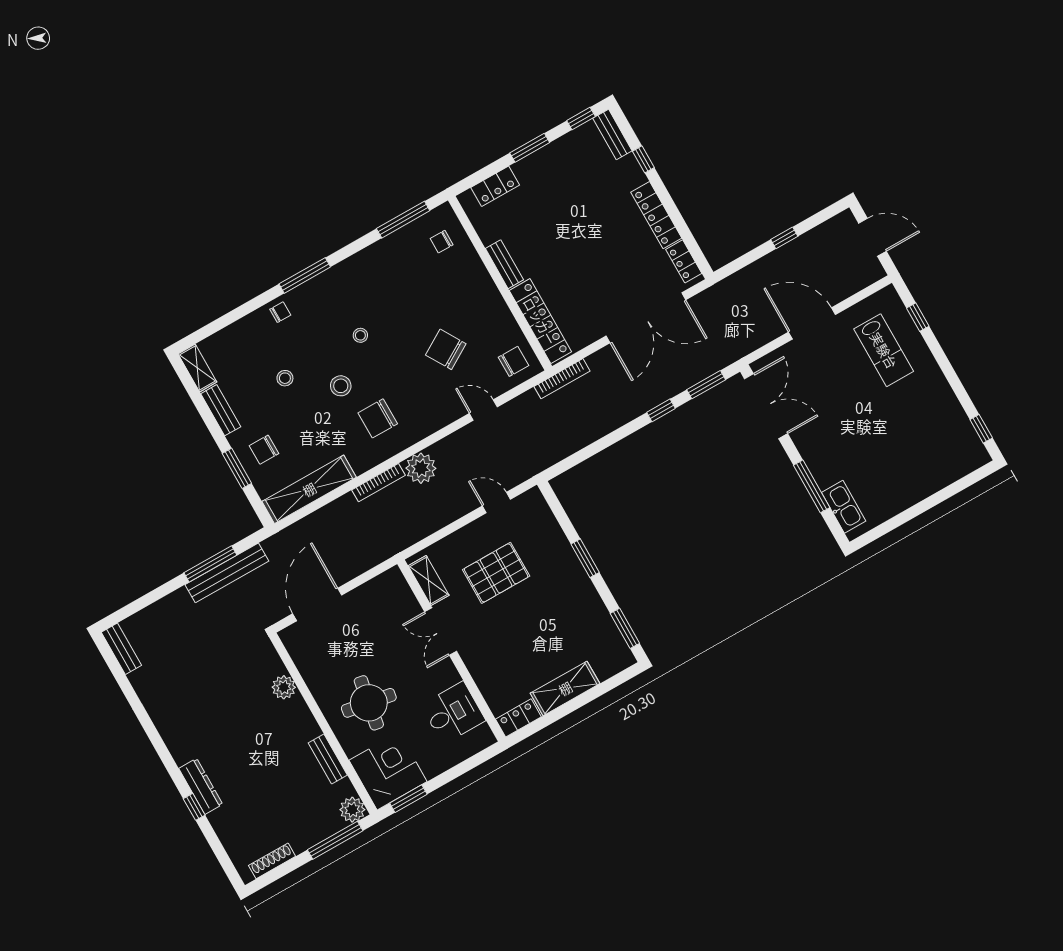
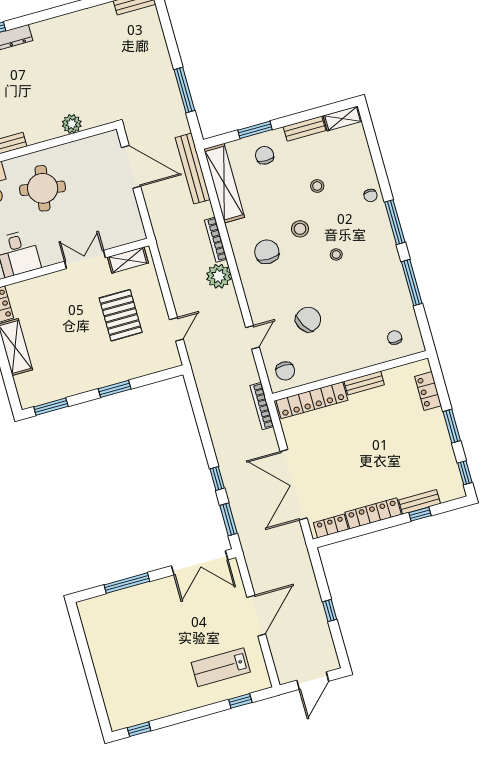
bench: (612, 135) -> (420, 502), moved
window: (403, 220) -> (412, 283), moved
kitchen sink: (844, 507) -> (104, 604), removed
bench: (227, 573) -> (193, 169), moved

